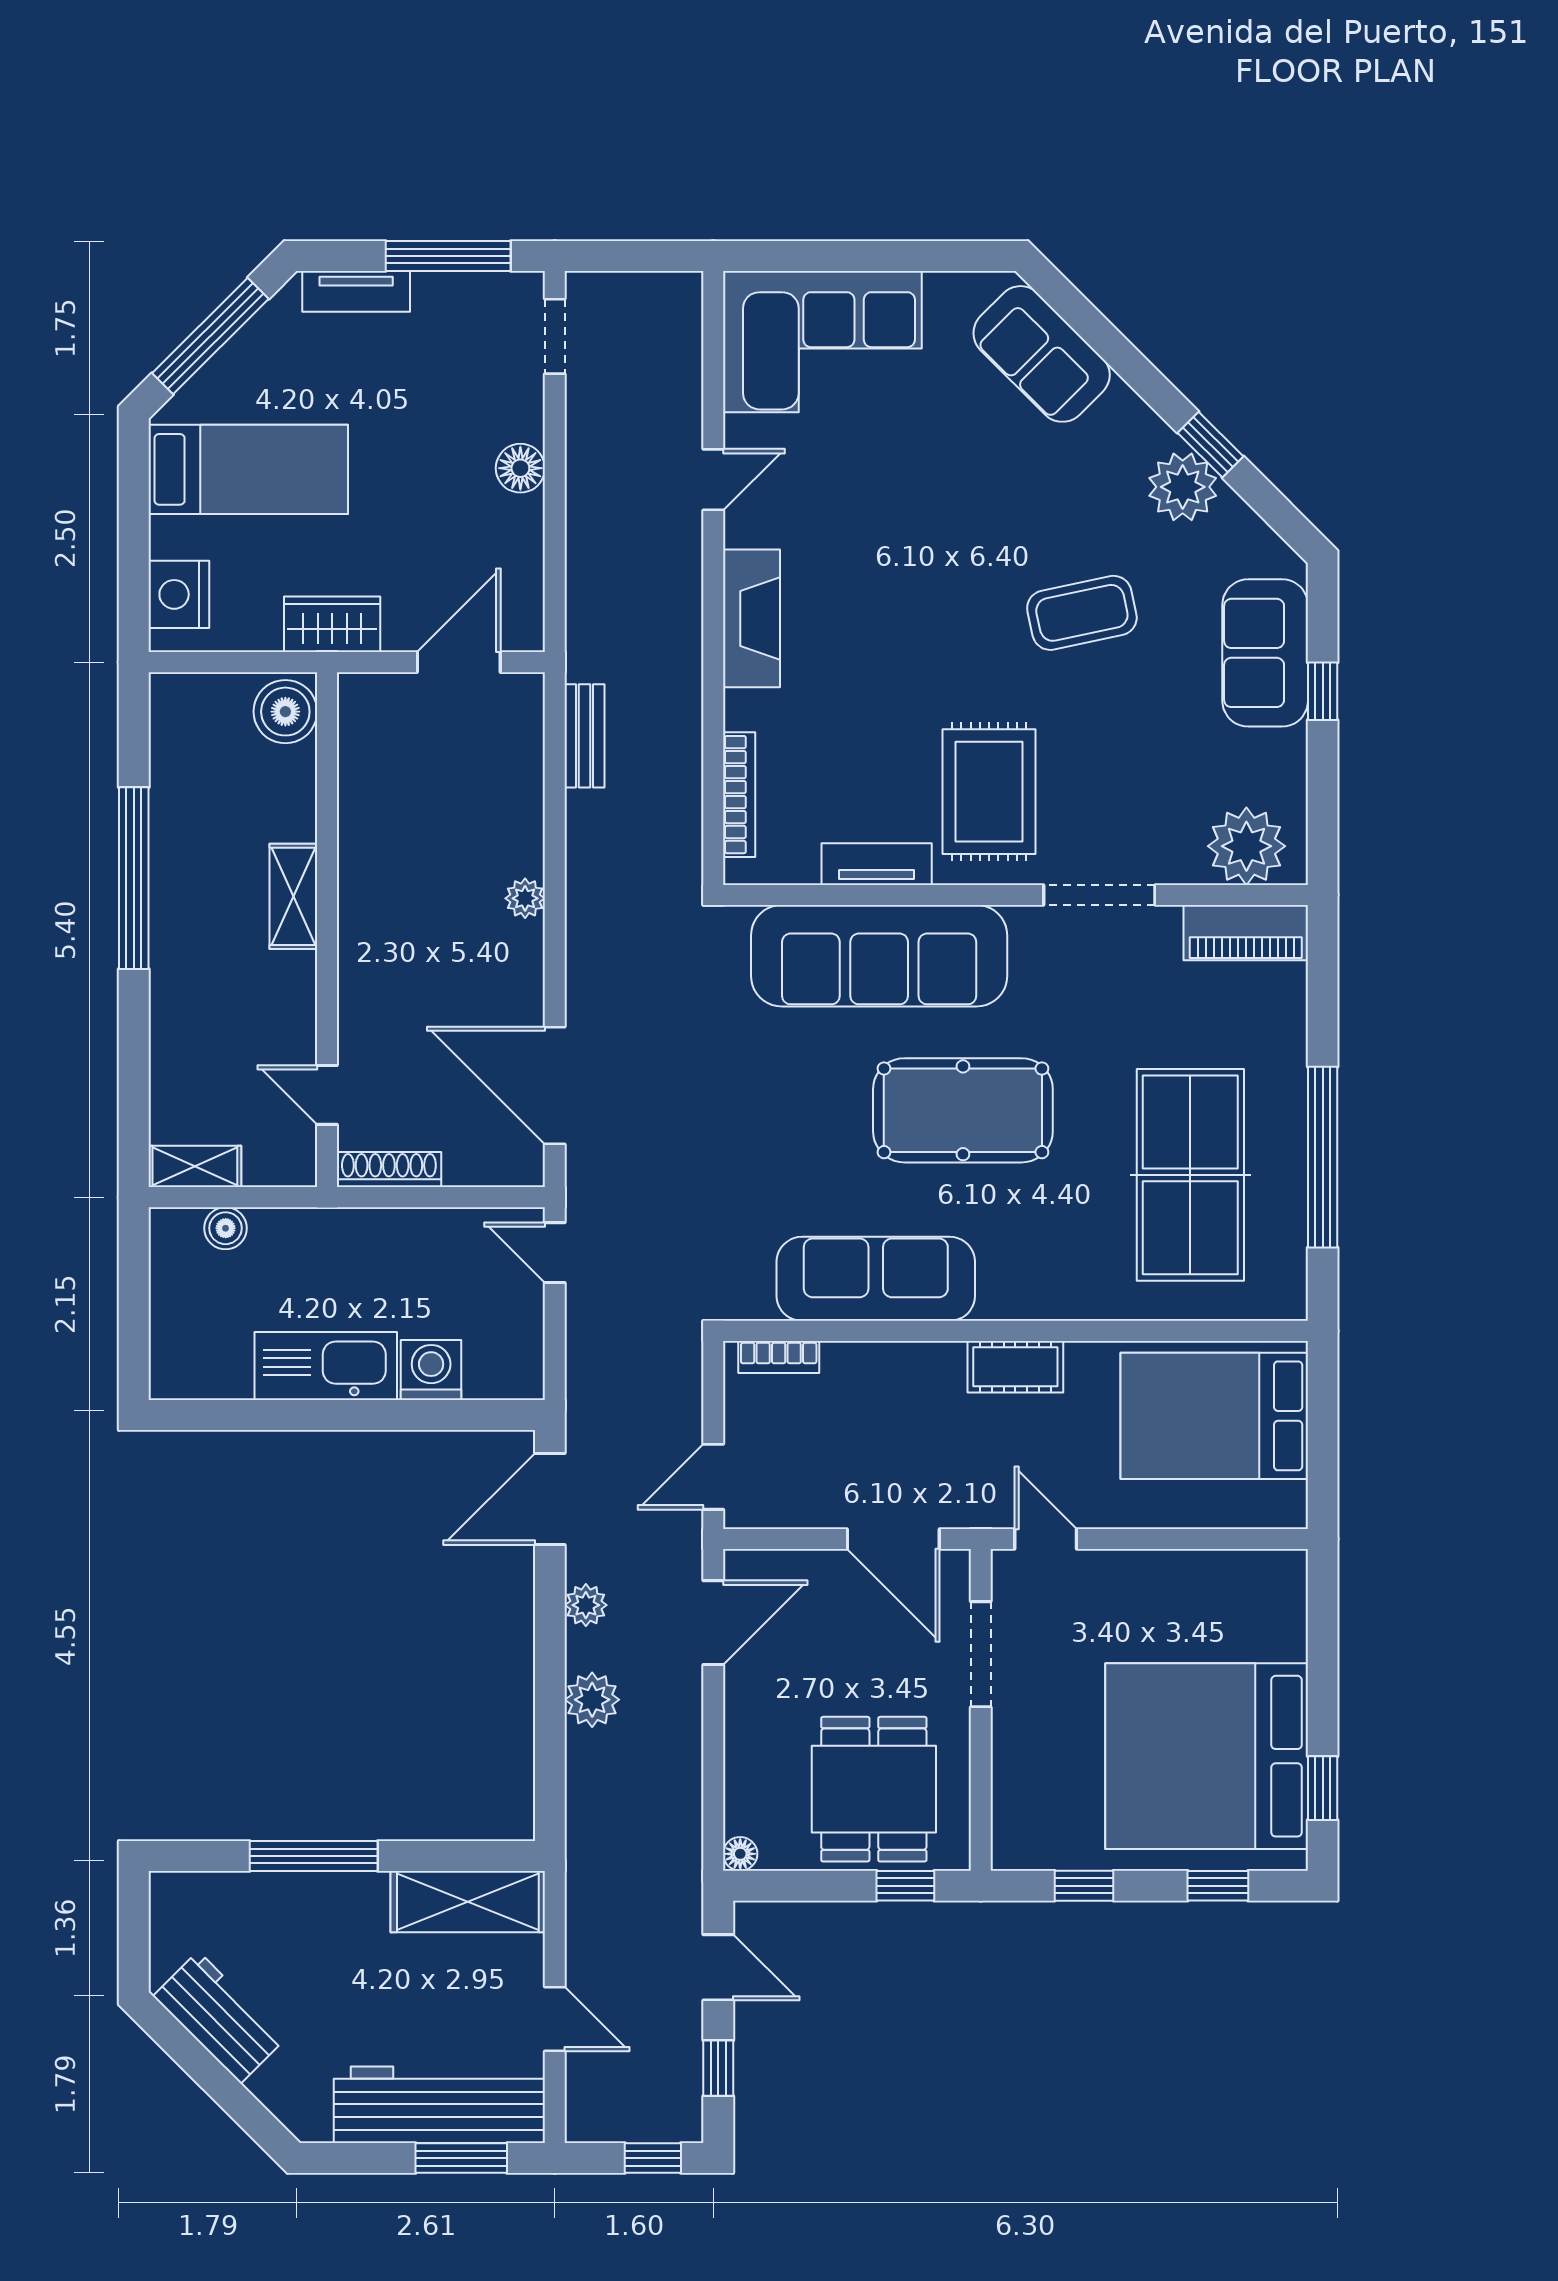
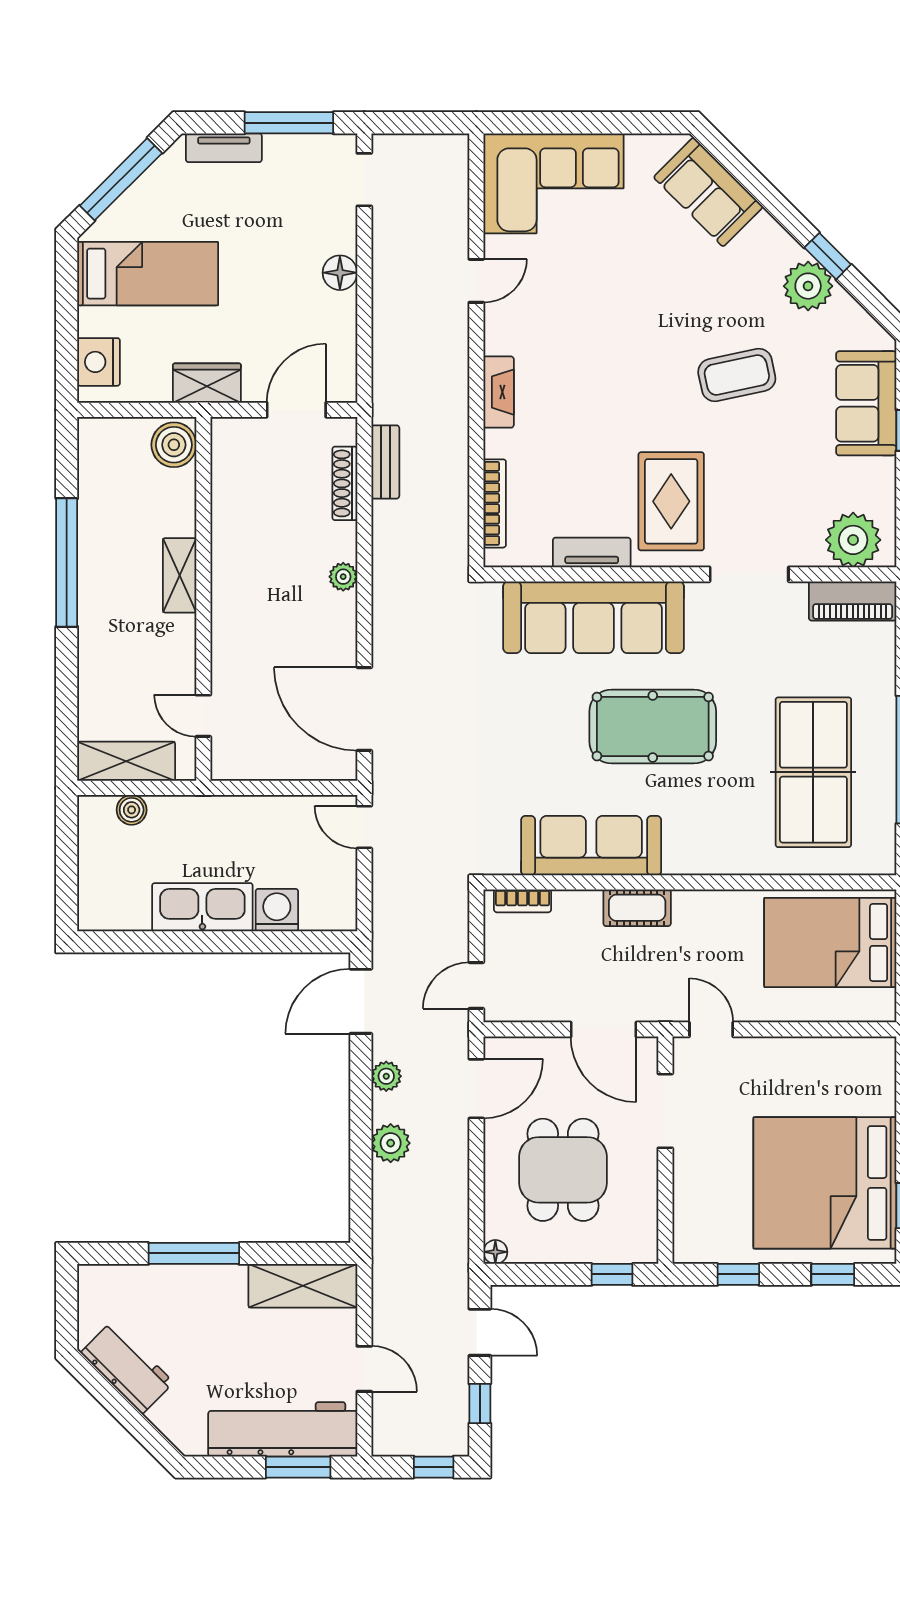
fireplace: (752, 618) -> (499, 392), width x0.73, depth x0.76
shelving: (195, 1166) -> (126, 761), width x1.50, depth x1.33
shoe rack: (389, 1170) -> (345, 483), moved, turned -90
cot: (1015, 1367) -> (637, 908), moved
dining table: (874, 1789) -> (563, 1170), moved

